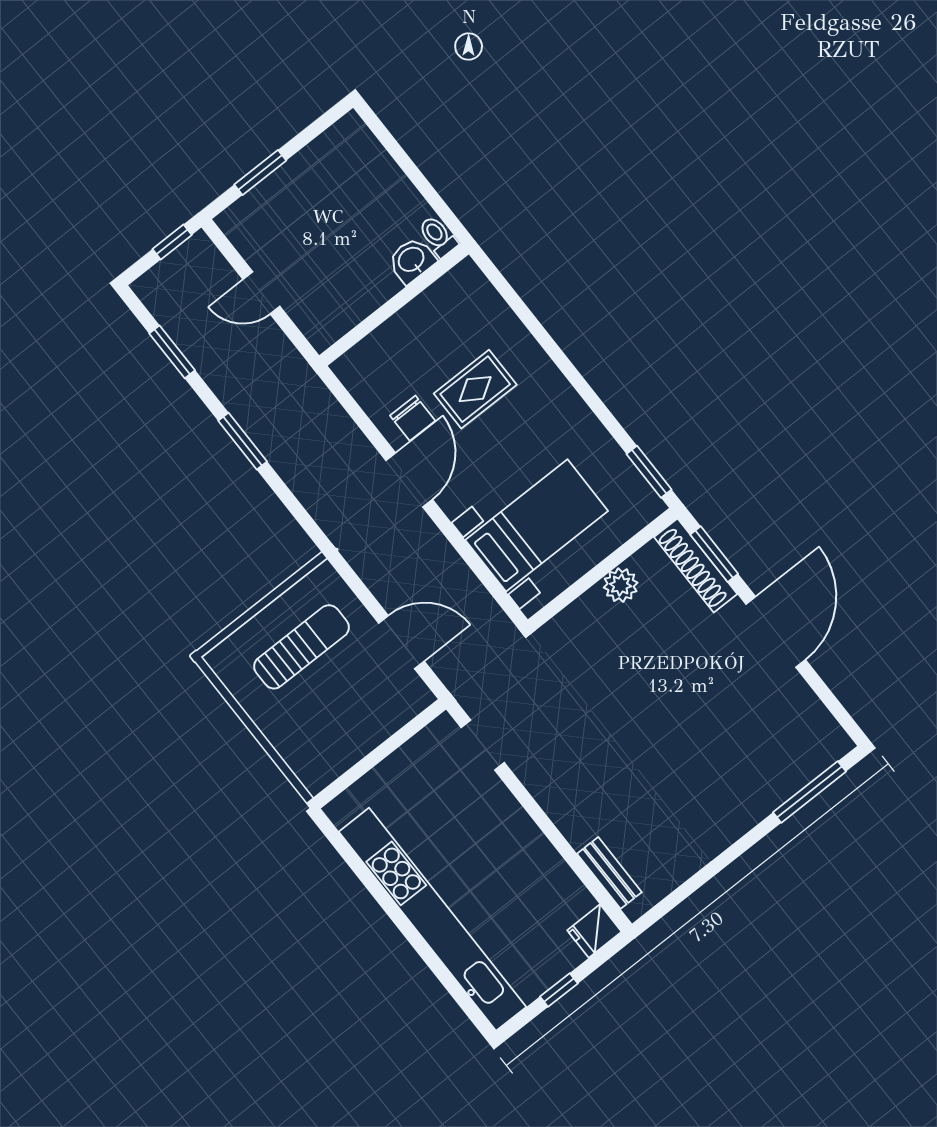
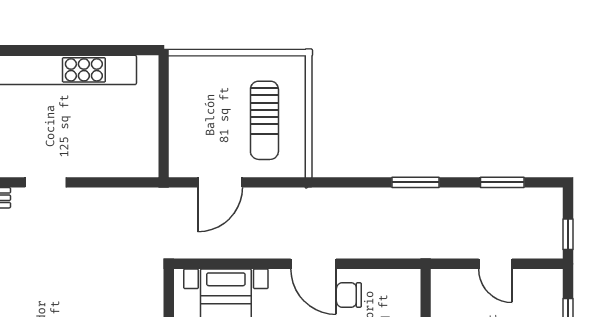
door: (261, 293) -> (495, 264), swing flipped
doorway: (483, 745) -> (46, 182), moved

